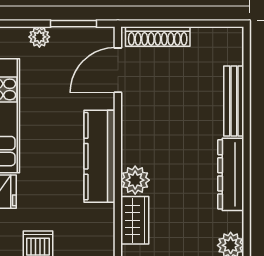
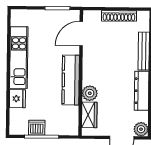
plant: (39, 37) -> (39, 15), removed
shoe rack: (158, 37) -> (119, 16), moved

